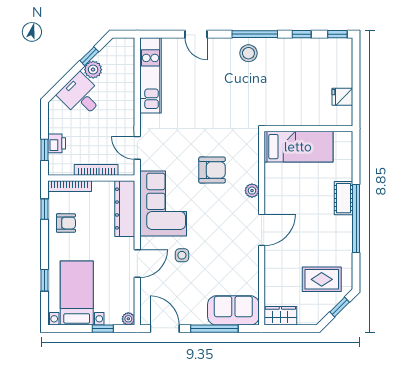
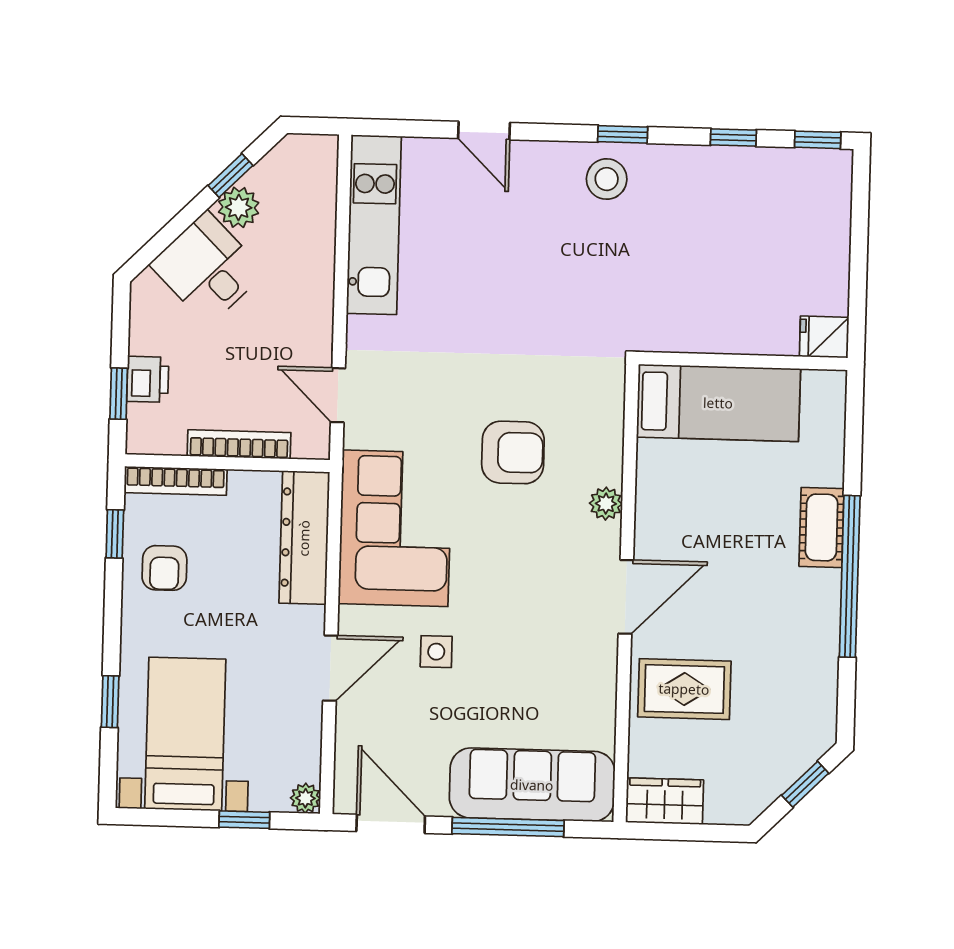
window: (255, 34) -> (623, 134), width x0.46
fridge: (342, 97) -> (824, 337), moved
armchair: (66, 223) -> (164, 568), turned 90
rug: (322, 279) -> (684, 689), moved
sofa: (233, 310) -> (532, 785), width x1.36

